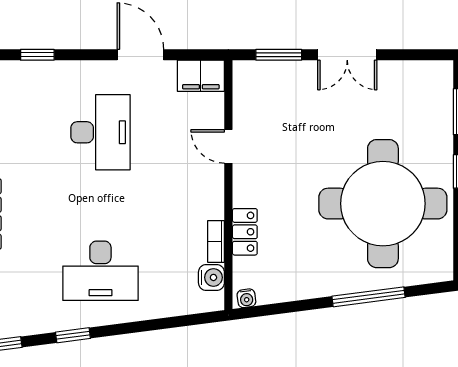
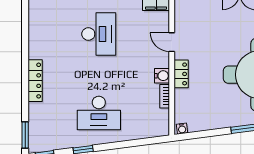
locker: (245, 232) -> (181, 74), moved
water cooler: (211, 277) -> (162, 76), moved

